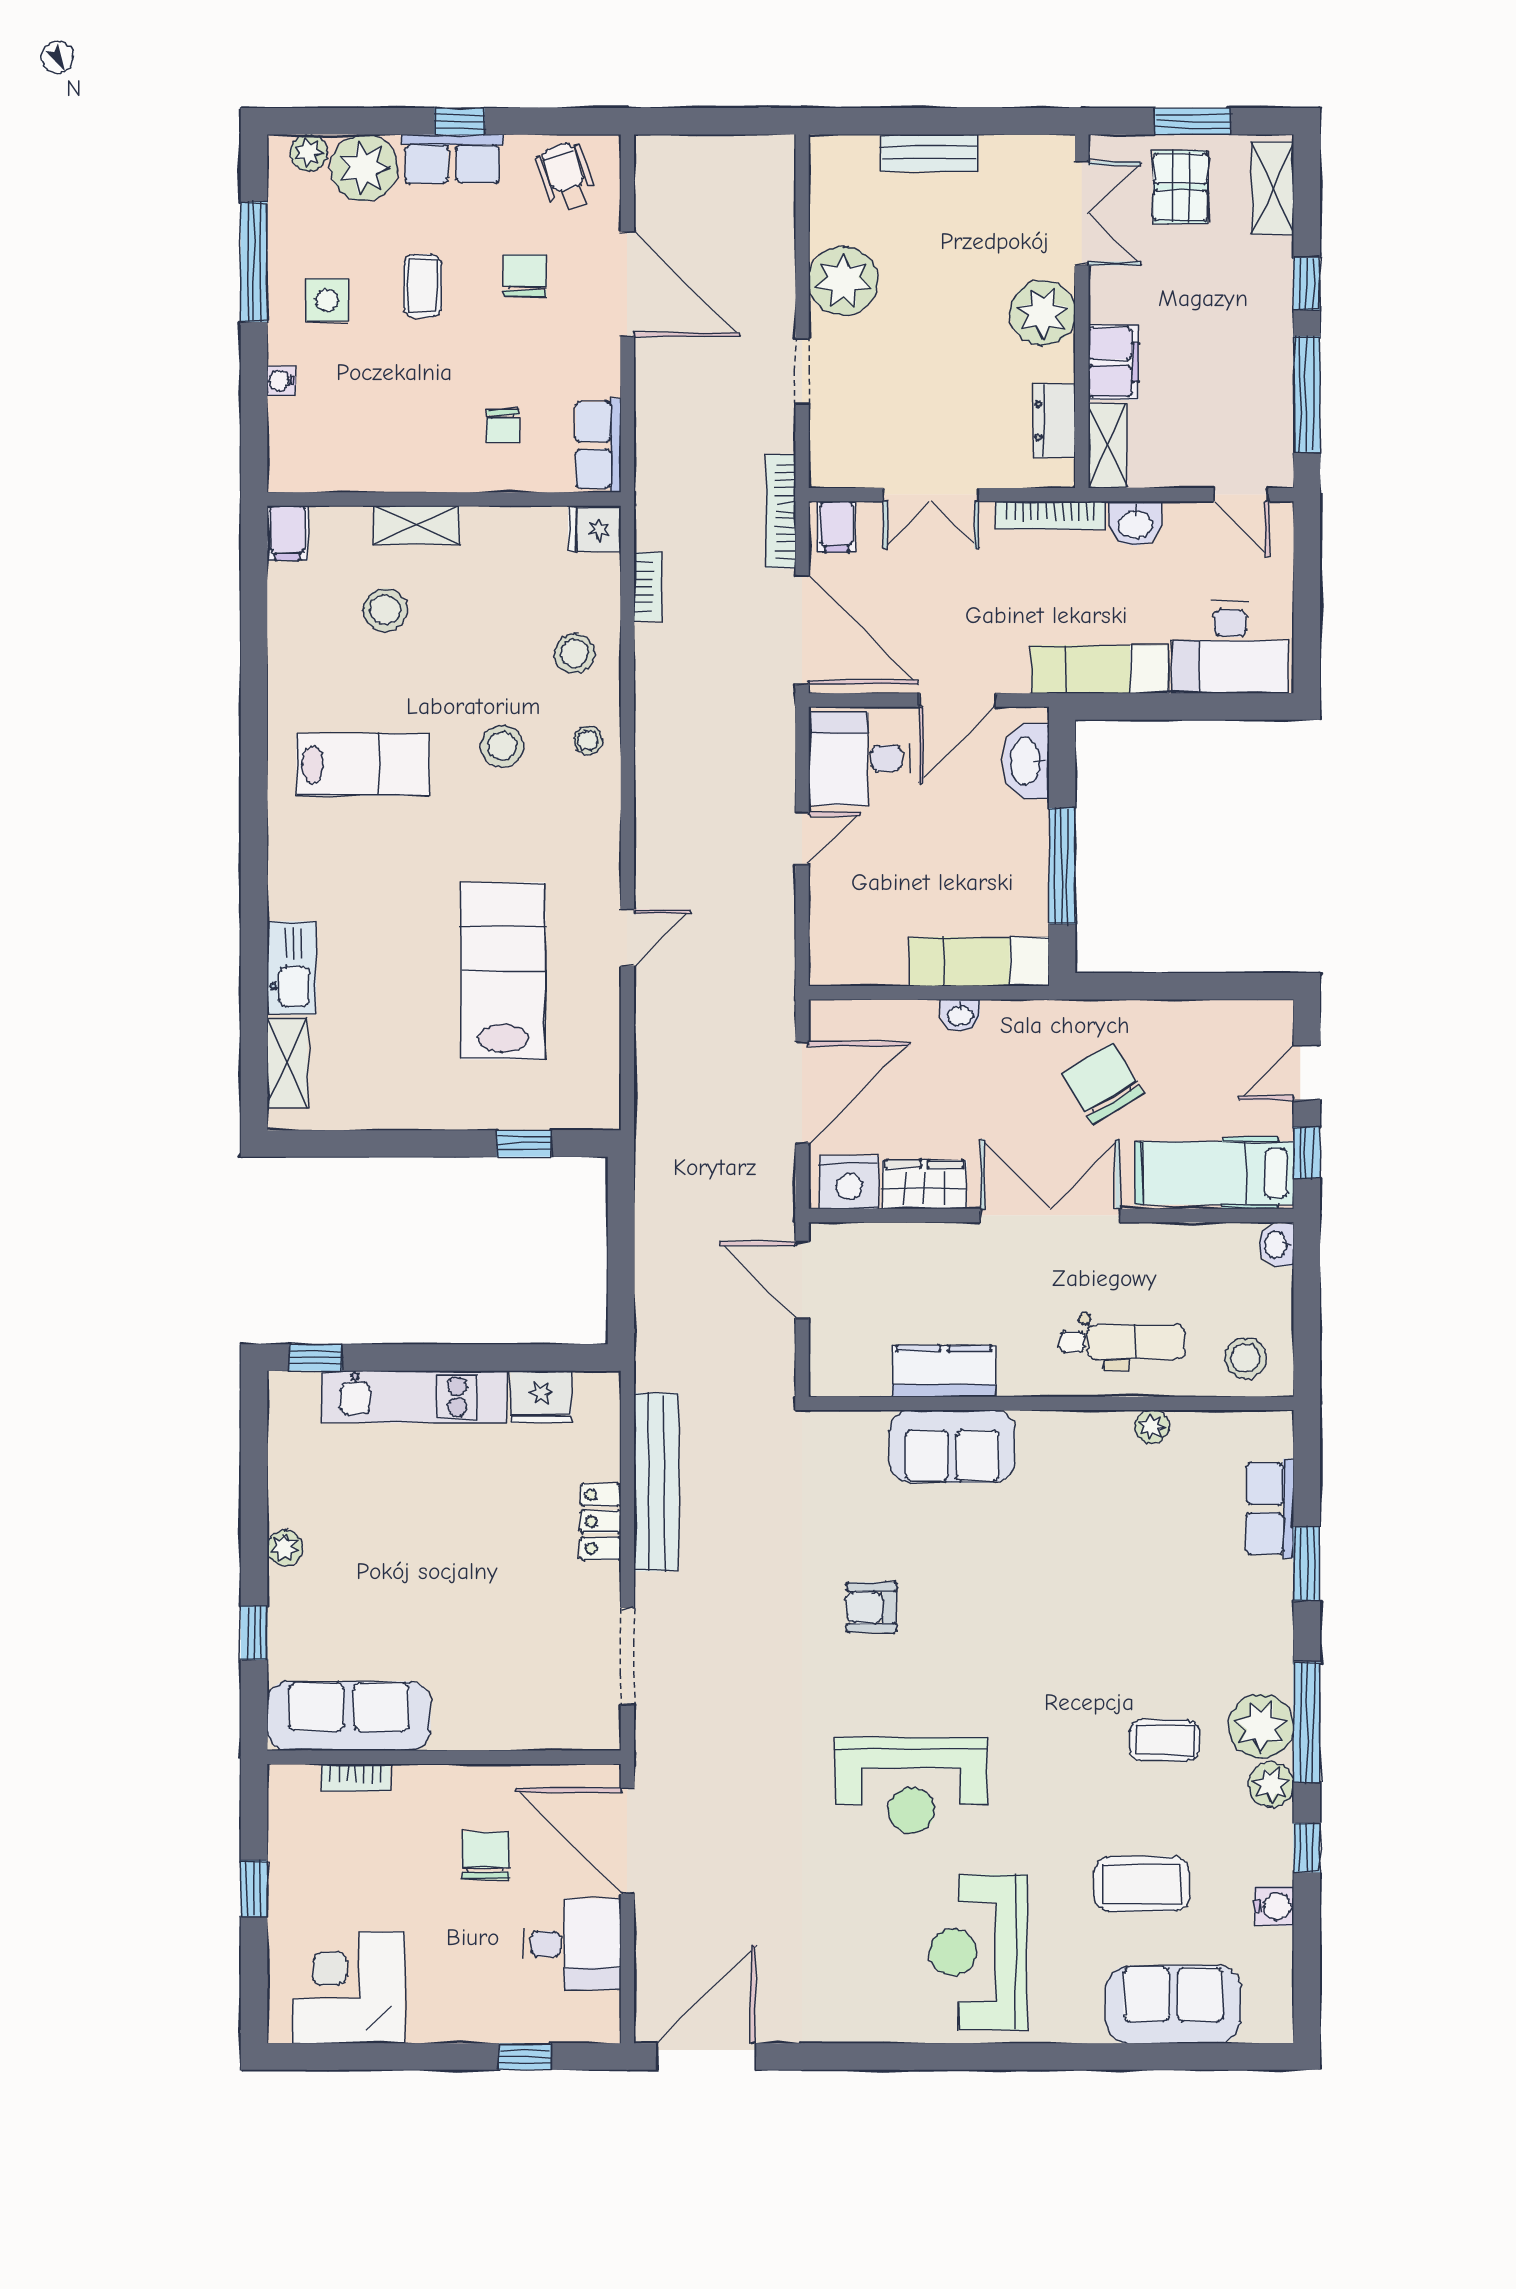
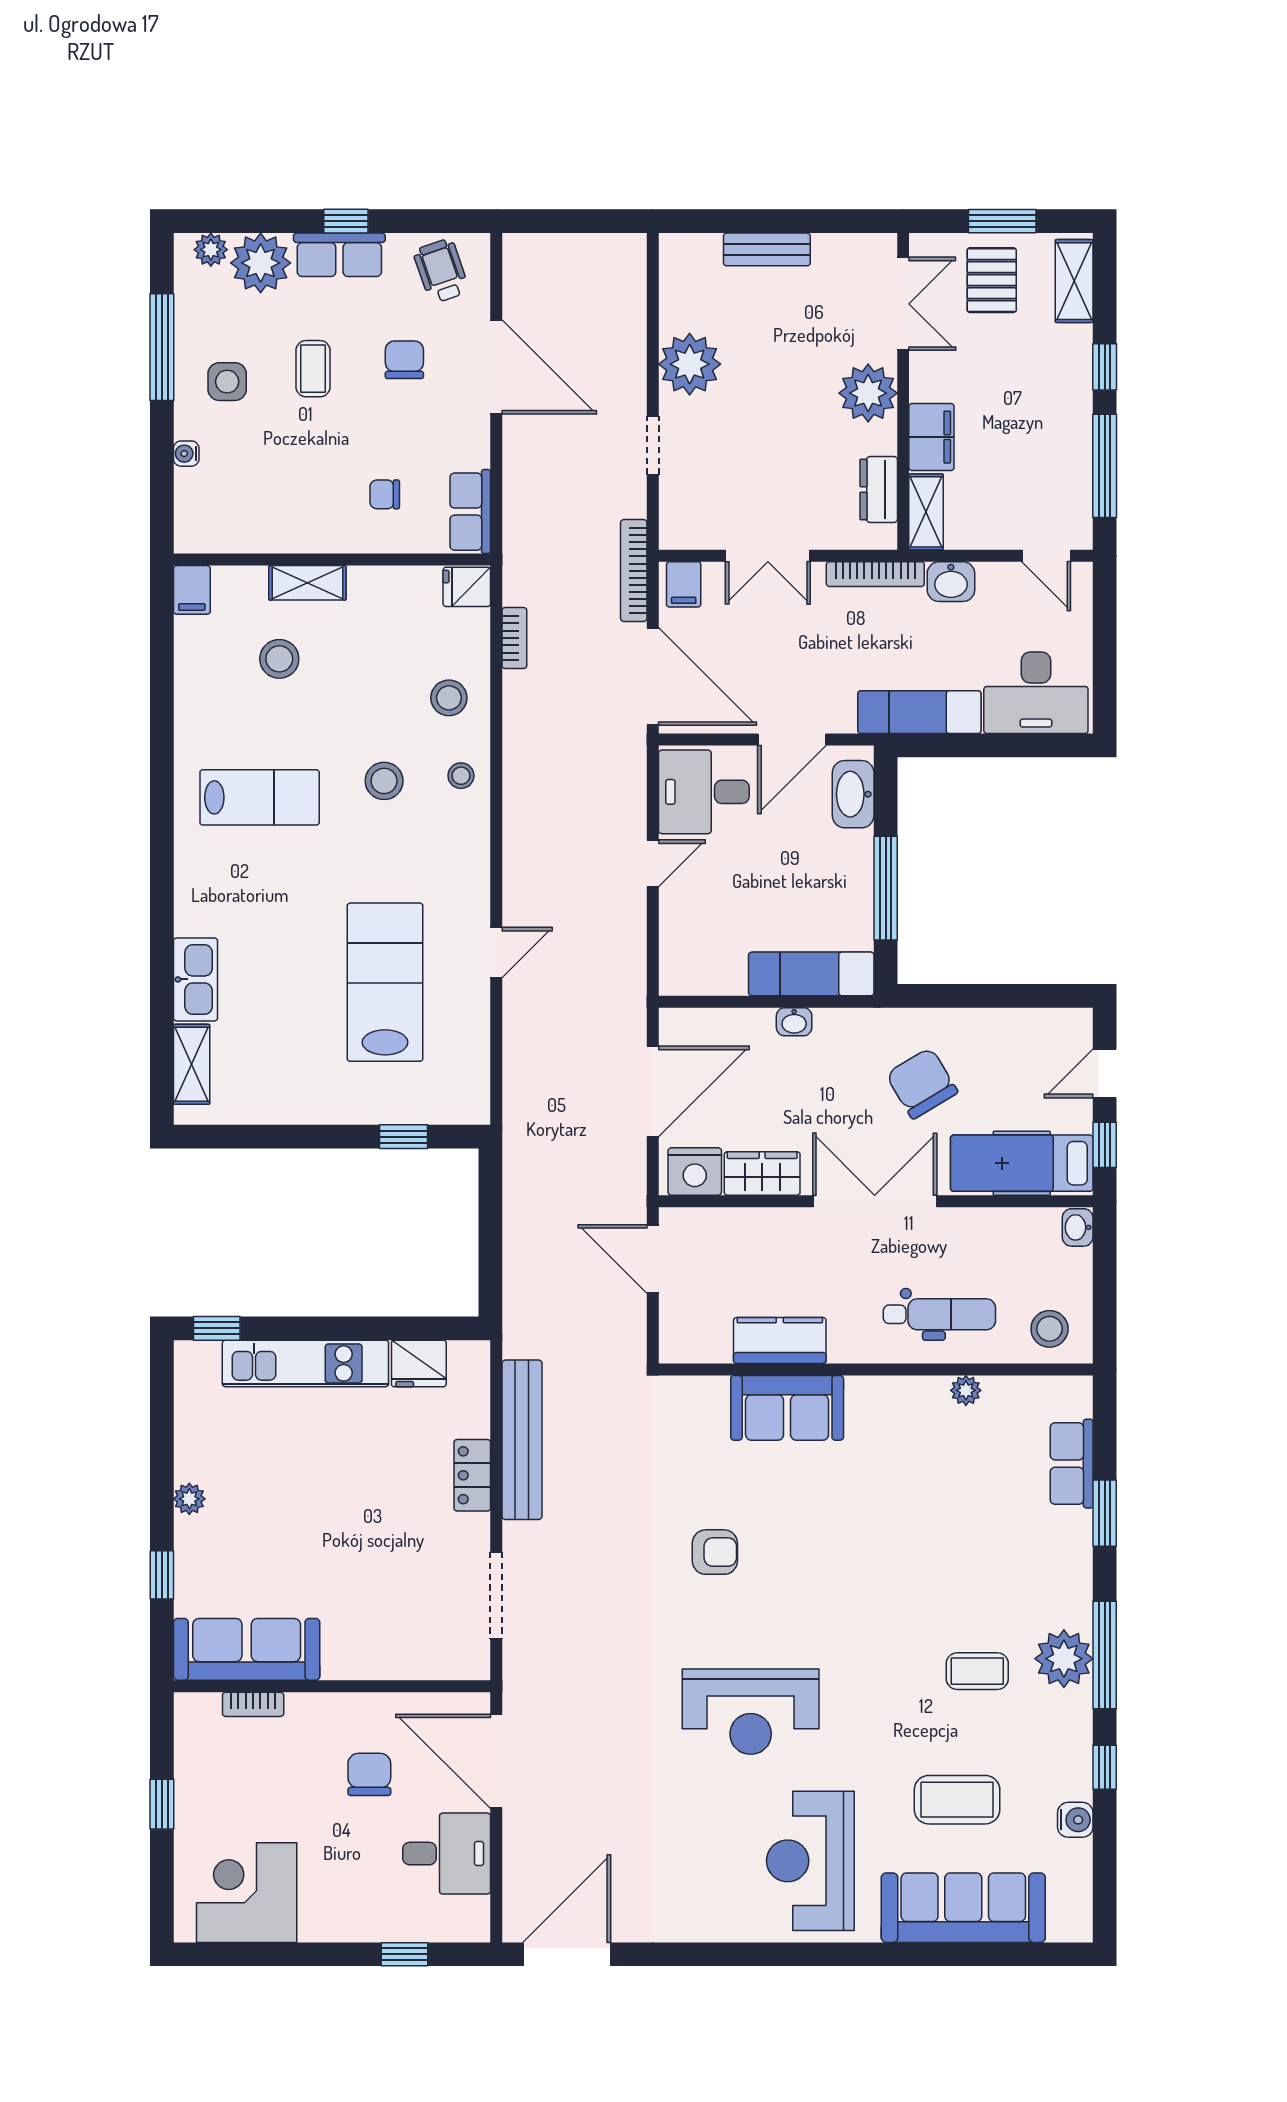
chair: (503, 426) -> (385, 494), turned 90
armchair: (872, 1607) -> (715, 1552), turned 180
plant: (1271, 1785) -> (1073, 1711), removed
sofa: (1173, 2004) -> (963, 1908), width x1.36

